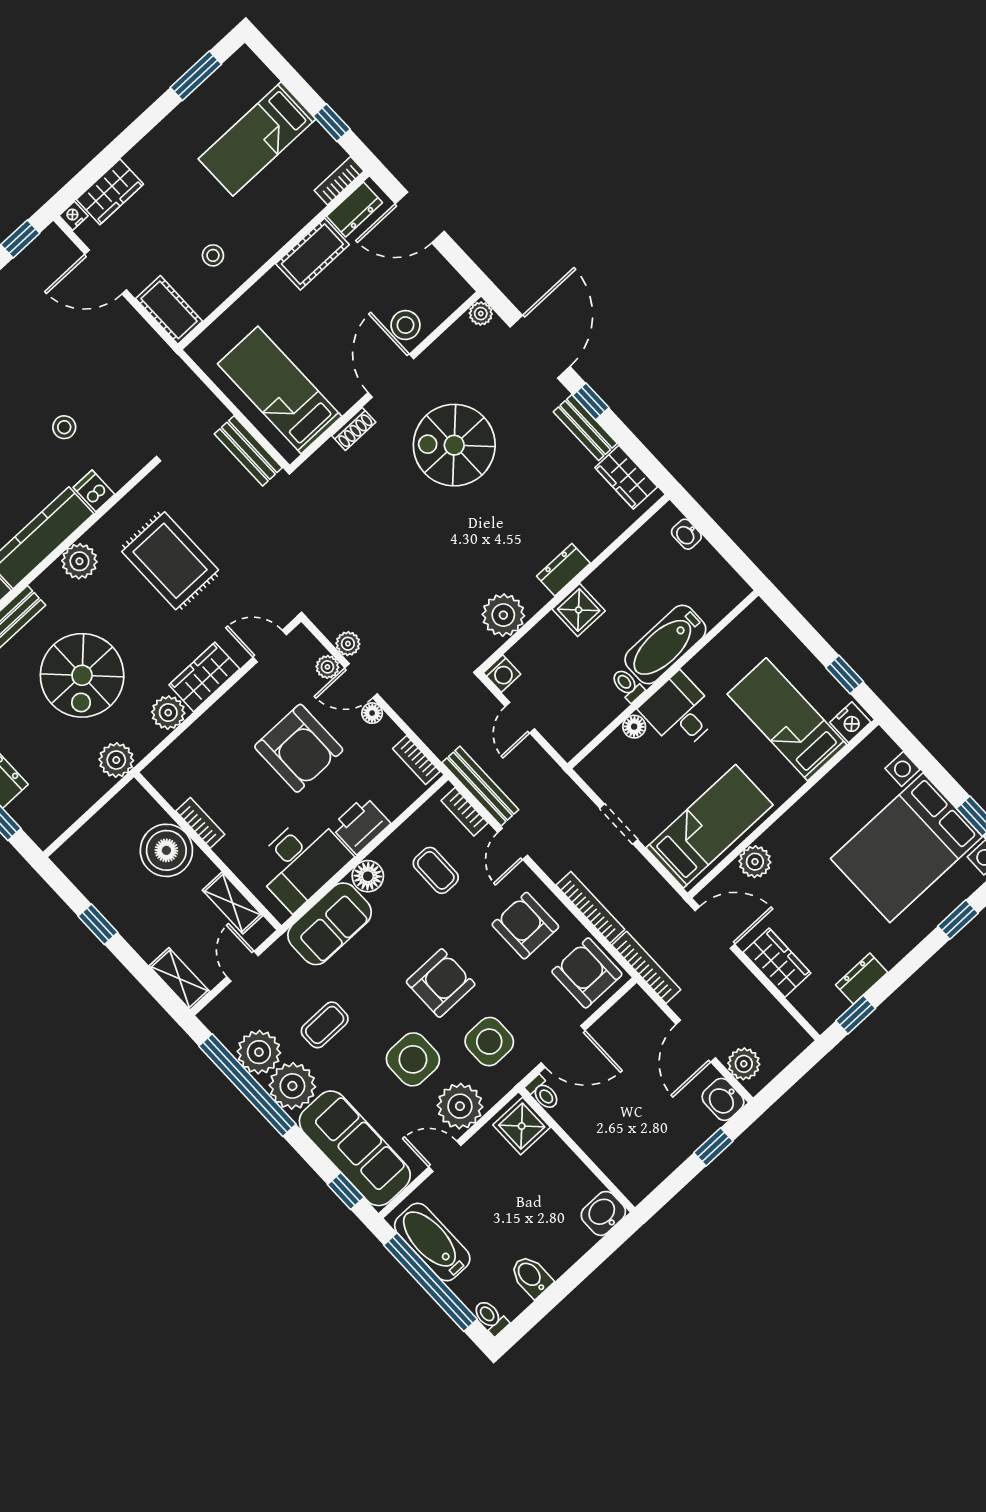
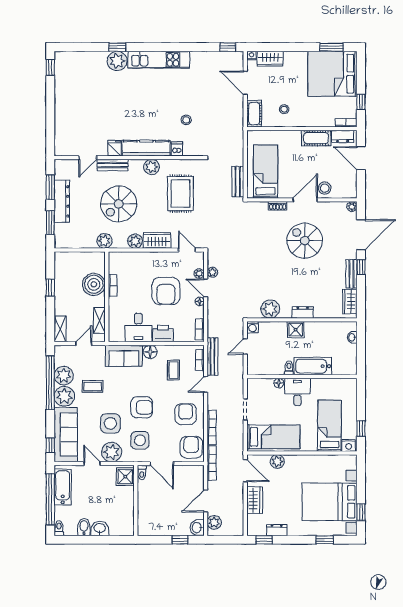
bed: (257, 139) -> (332, 74), width x2.04
desk: (301, 861) -> (138, 328), width x0.73
washbasin: (603, 1213) -> (100, 528), moved

